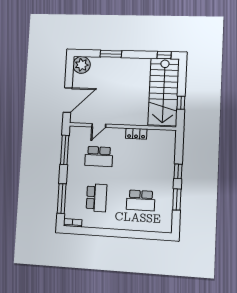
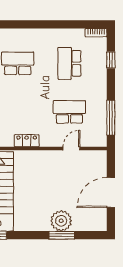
plant: (82, 65) -> (61, 221), moved
door: (68, 100) -> (111, 192), moved
window: (62, 199) -> (111, 60), width x0.46

